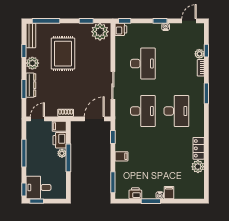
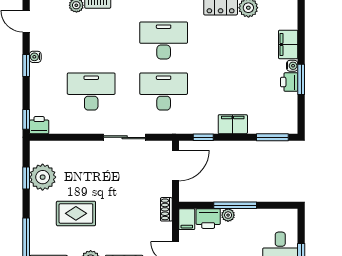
plant: (100, 32) -> (43, 177), moved
rug: (63, 54) -> (76, 213), width x0.73, depth x0.70
door: (94, 119) -> (176, 166), swing flipped
filing cabinet: (121, 156) -> (233, 124), width x2.00
printer: (135, 193) -> (289, 82), moved
filing cabinet: (169, 193) -> (288, 44), width x2.00

